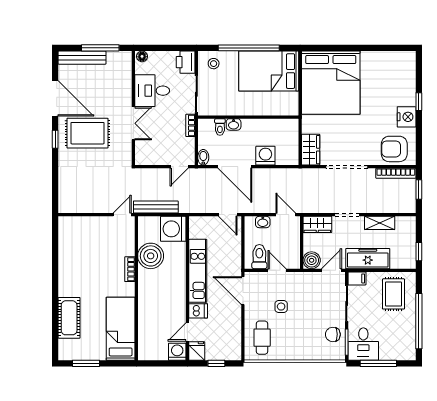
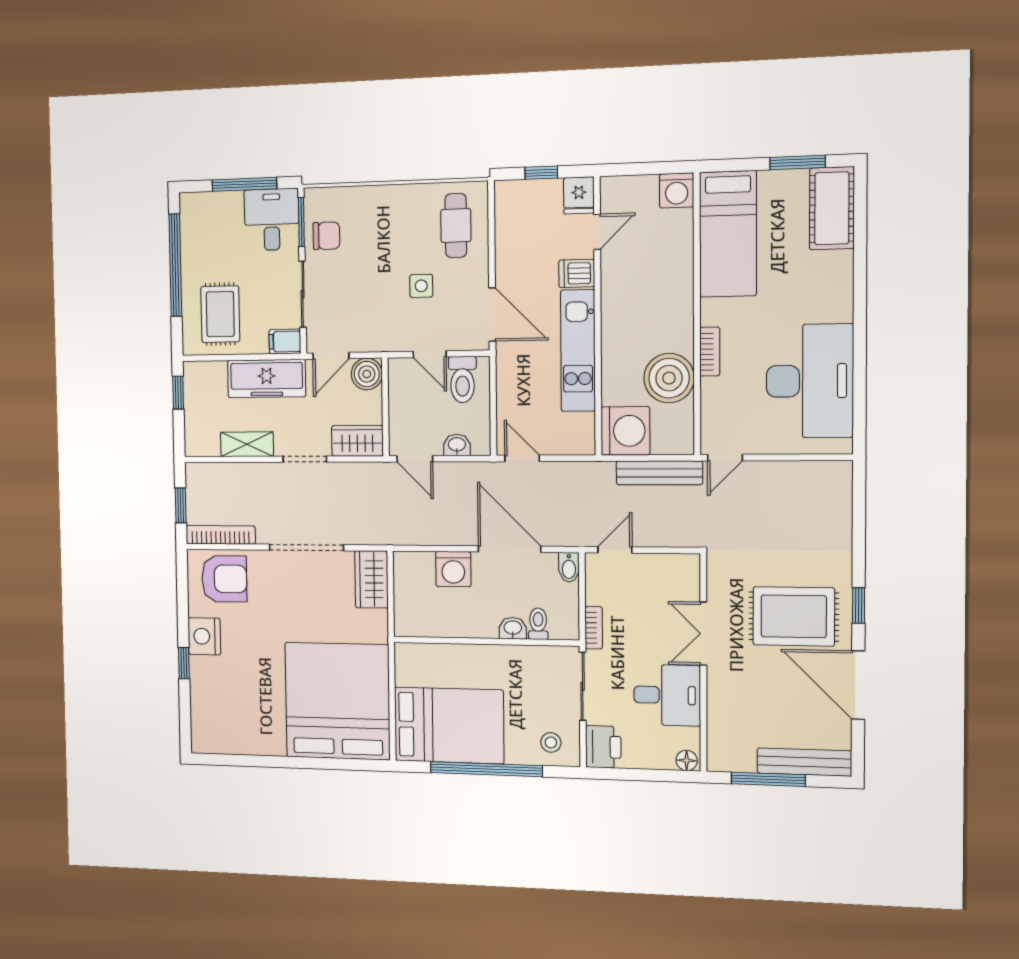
desk: (80, 254) -> (810, 381), added
cot: (69, 318) -> (832, 208), moved
washing machine: (177, 352) -> (677, 190), moved

